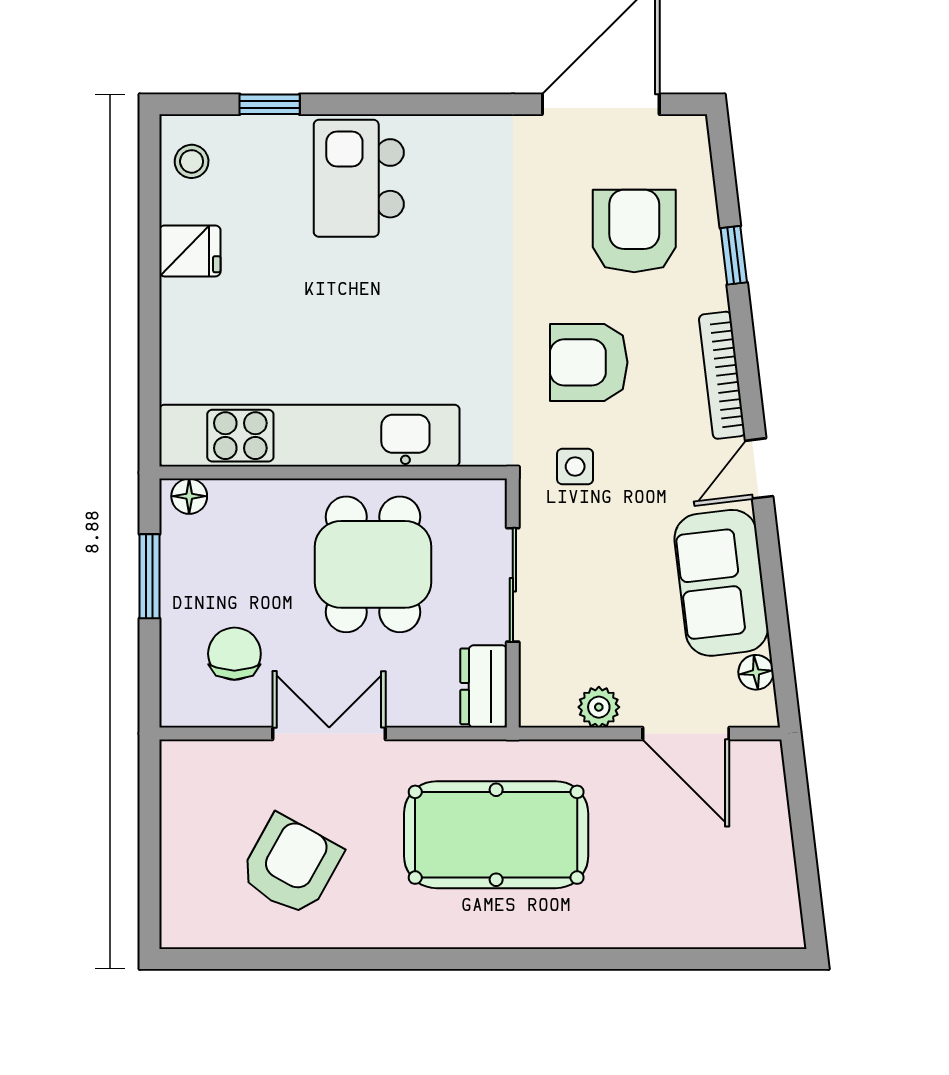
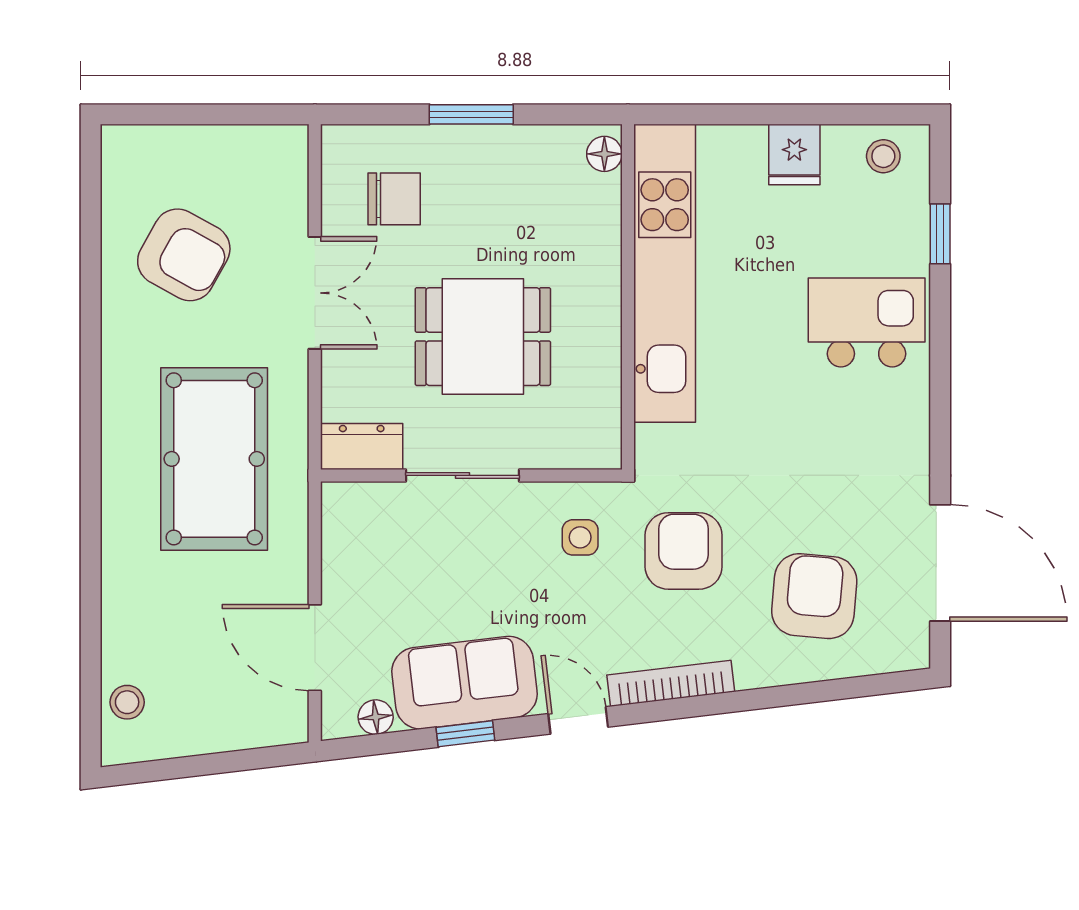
armchair: (634, 231) -> (814, 596), turned -85
window: (734, 255) -> (465, 734), moved
kitchen unit: (309, 436) -> (665, 273), moved
wall: (333, 473) -> (628, 297), moved
floor lamp: (189, 496) -> (604, 154), moved
plant: (599, 707) -> (341, 561), removed
door: (686, 733) -> (315, 648), hinge flipped
stool: (741, 922) -> (127, 702), added

